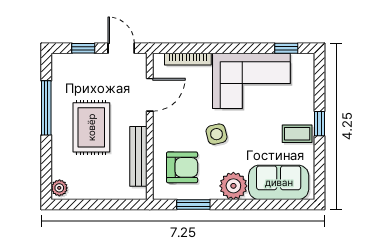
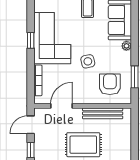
window: (286, 48) -> (31, 40), moved
door: (150, 95) -> (62, 106), hinge flipped
plant: (233, 186) -> (126, 46), width x0.53, depth x0.53

